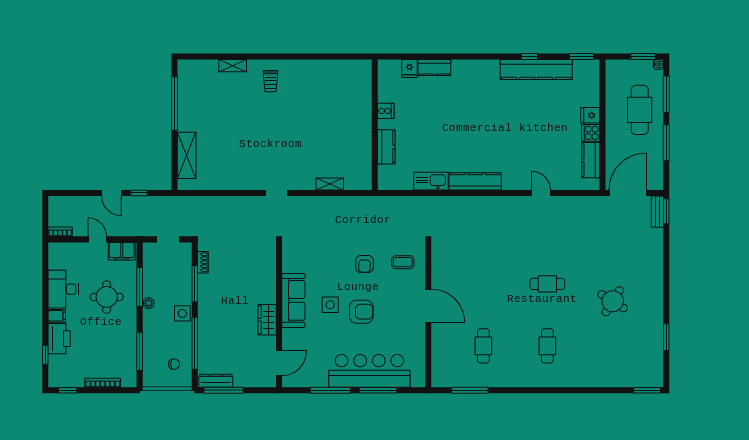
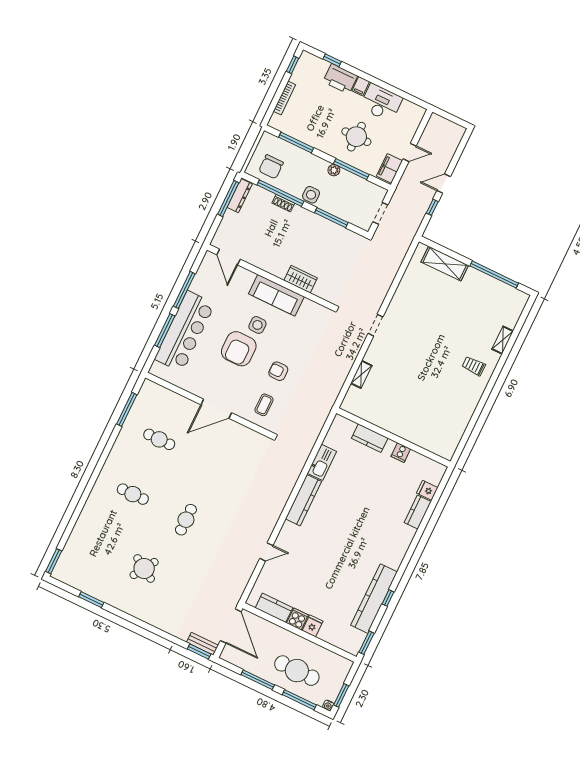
bookcase: (60, 232) -> (431, 124), removed
shoe rack: (203, 262) -> (283, 203), moved
armchair: (361, 312) -> (239, 349), width x1.36, depth x1.36
wardrobe: (267, 320) -> (301, 279), moved
chair: (174, 364) -> (271, 167), width x1.87, depth x1.87

